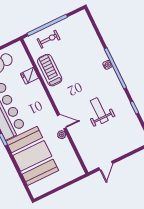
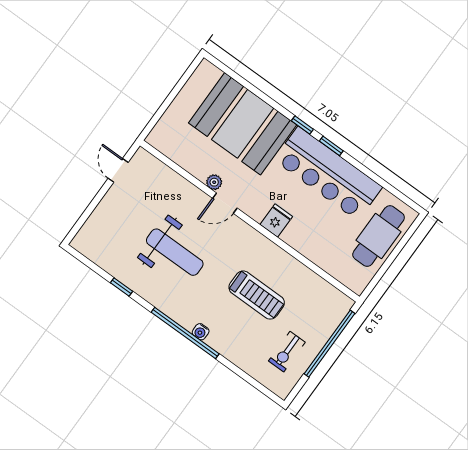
exercise bike: (49, 39) -> (287, 352), moved
treadmill: (50, 70) -> (257, 295), moved
fridge: (30, 76) -> (276, 221), moved
weight bench: (99, 111) -> (175, 252), width x1.36, depth x1.33

